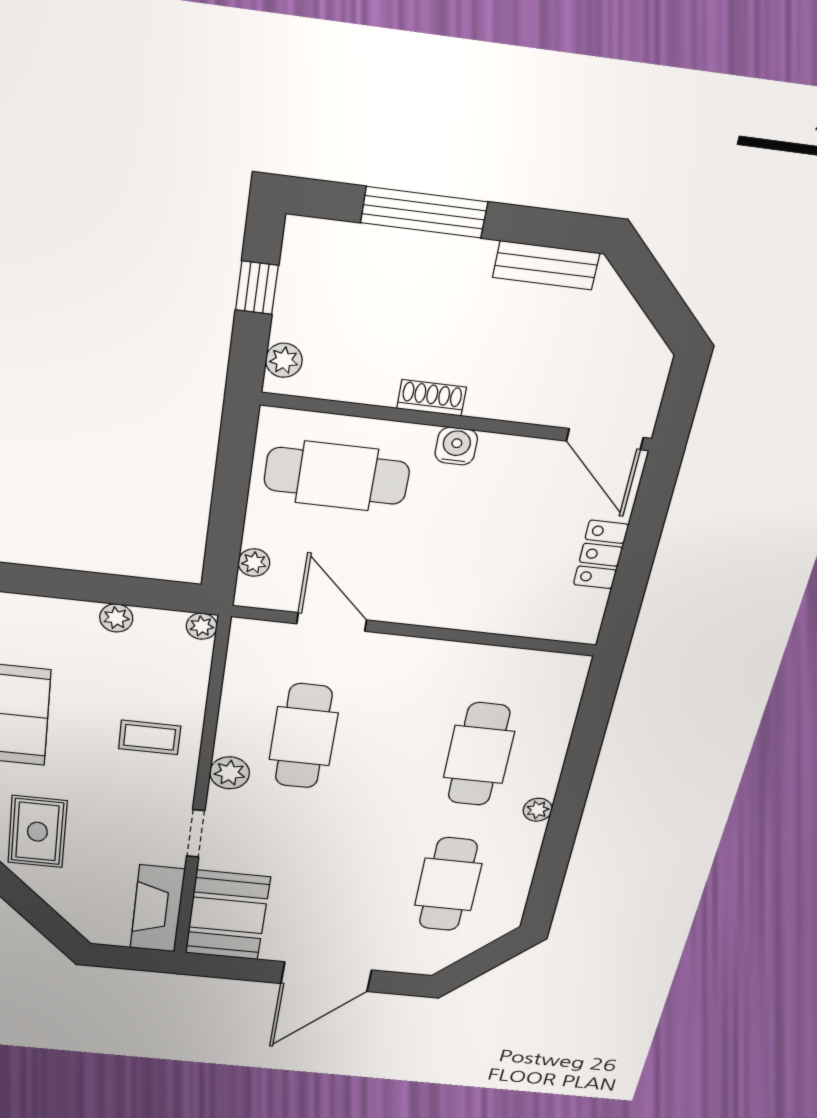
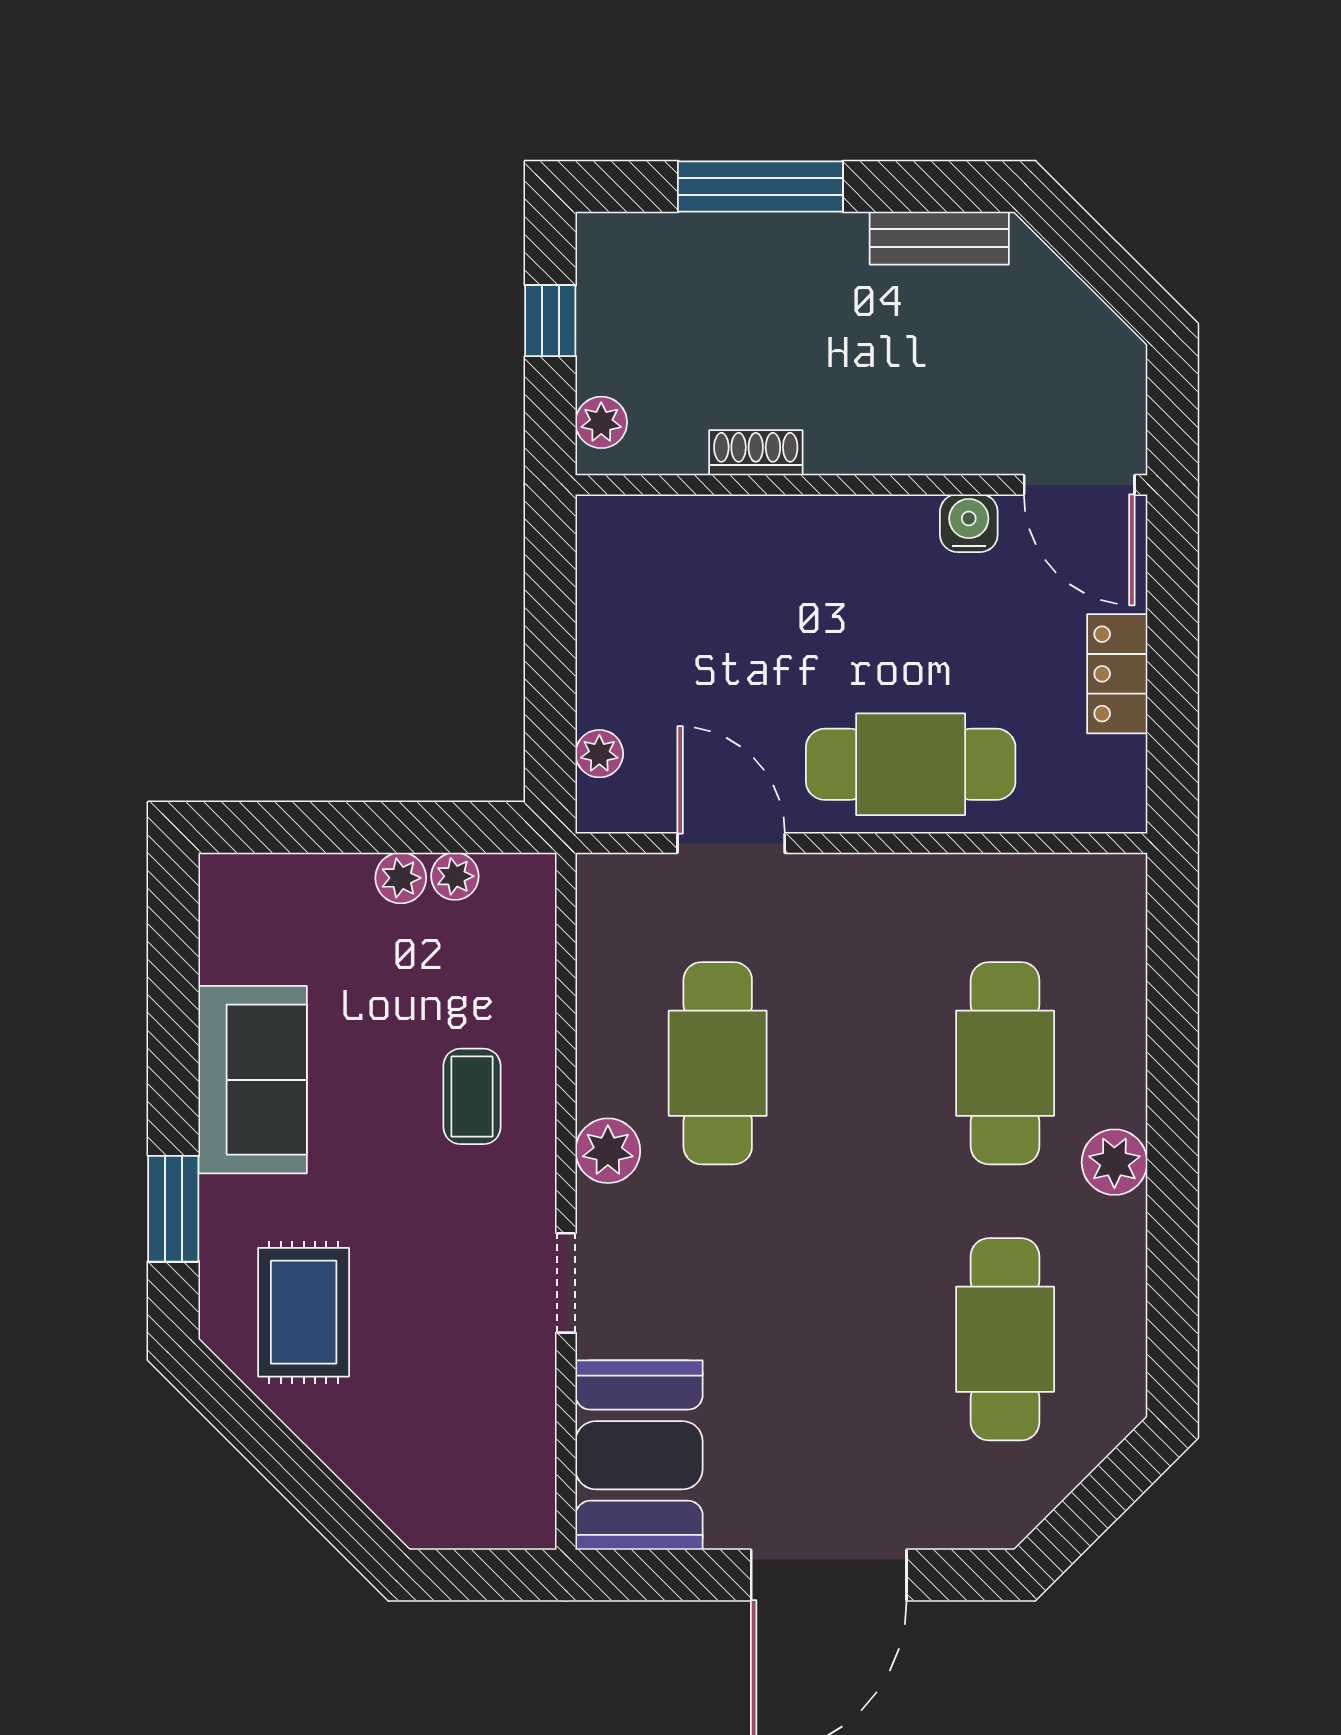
shoe rack: (432, 398) -> (756, 453), moved
water cooler: (456, 446) -> (969, 523), moved
cafe table: (337, 476) -> (911, 764), moved
plant: (202, 626) -> (455, 876), moved
coffee table: (150, 737) -> (472, 1096), turned 90
plant: (538, 810) -> (1114, 1162), width x1.38, depth x1.38
fireplace: (157, 909) -> (518, 1455), removed

